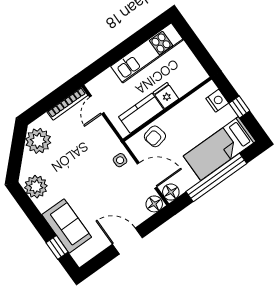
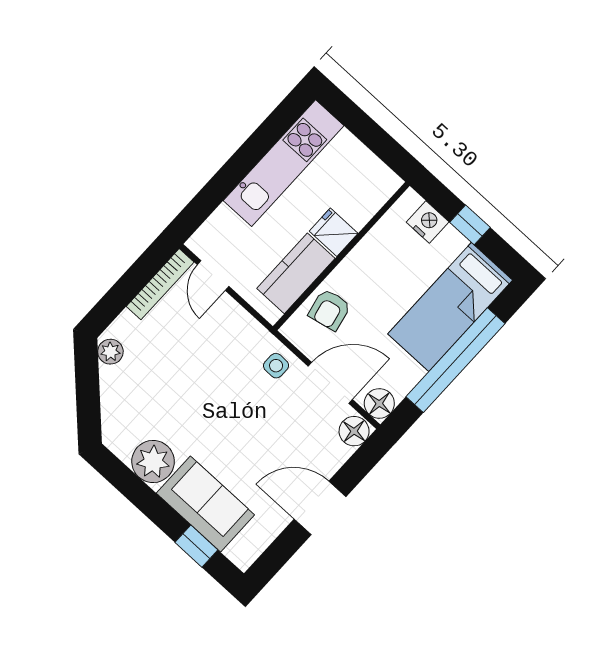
plant: (38, 141) -> (110, 352), width x0.53, depth x0.53
plant: (36, 187) -> (153, 462), moved

